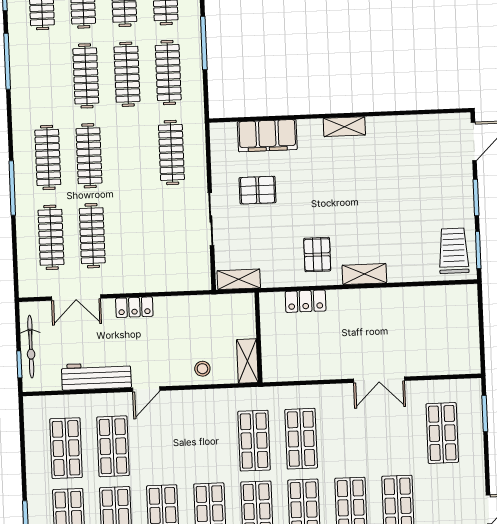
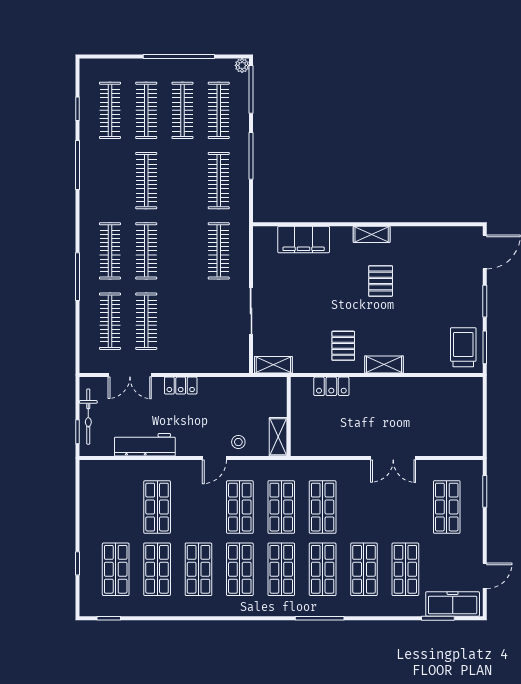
clothes rail: (127, 74) -> (182, 181), removed
pallet: (258, 190) -> (381, 281), moved, turned 90
door: (146, 389) -> (214, 458), moved
shop shelf: (66, 448) -> (240, 507), moved

